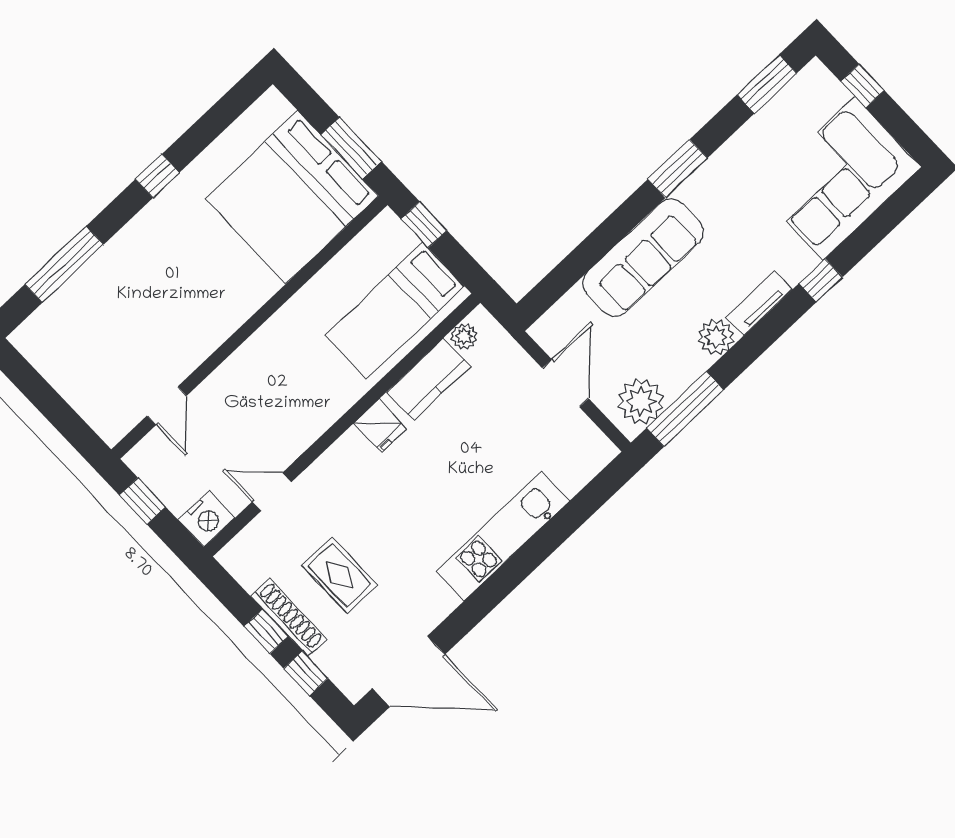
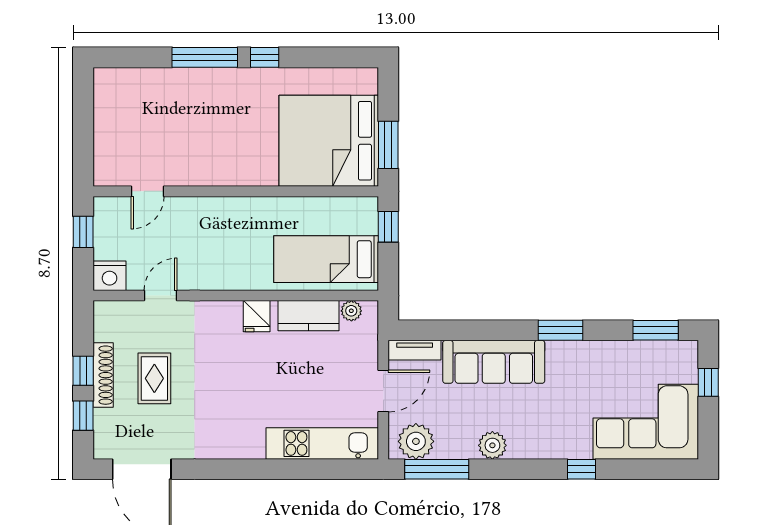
window: (64, 264) -> (205, 57), moved
tv unit: (759, 303) -> (415, 350), moved, turned 180
door: (272, 492) -> (160, 296), hinge flipped
kitchen unit: (503, 536) -> (322, 443), moved

